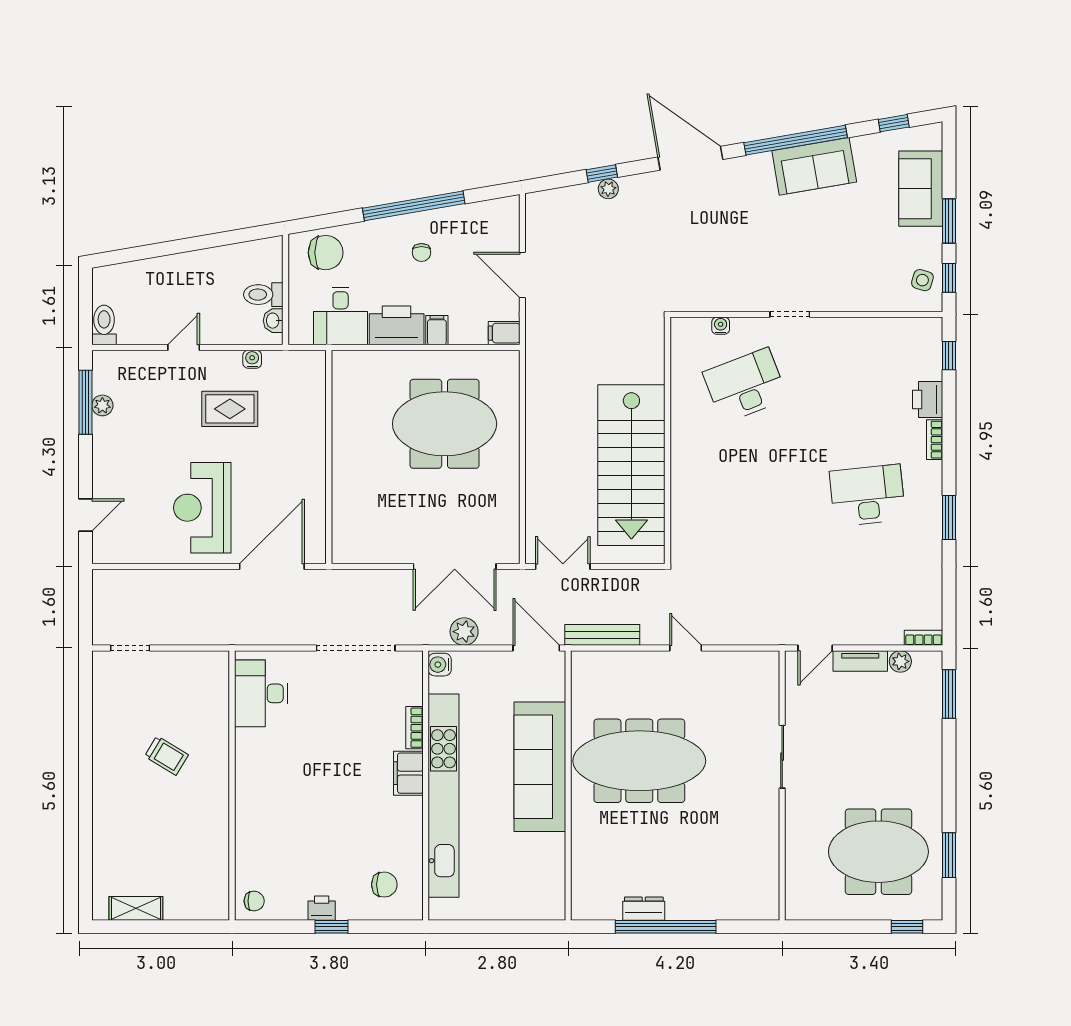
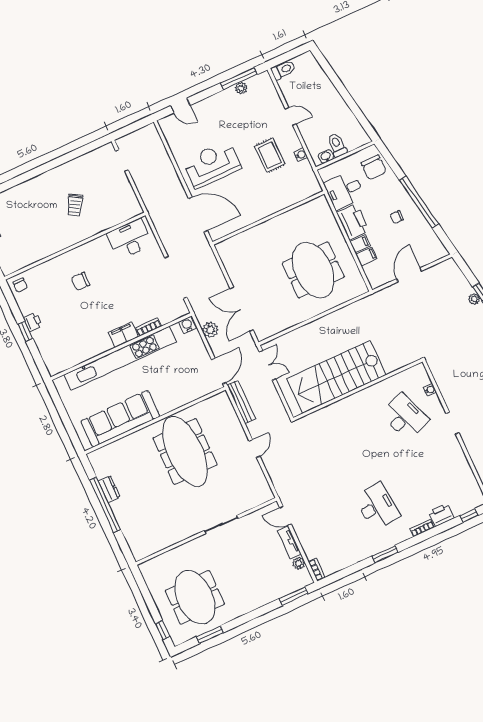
filing cabinet: (504, 333) -> (366, 256), moved, turned 90
sofa: (540, 767) -> (120, 419), moved
chair: (384, 885) -> (81, 281), moved, turned 90

